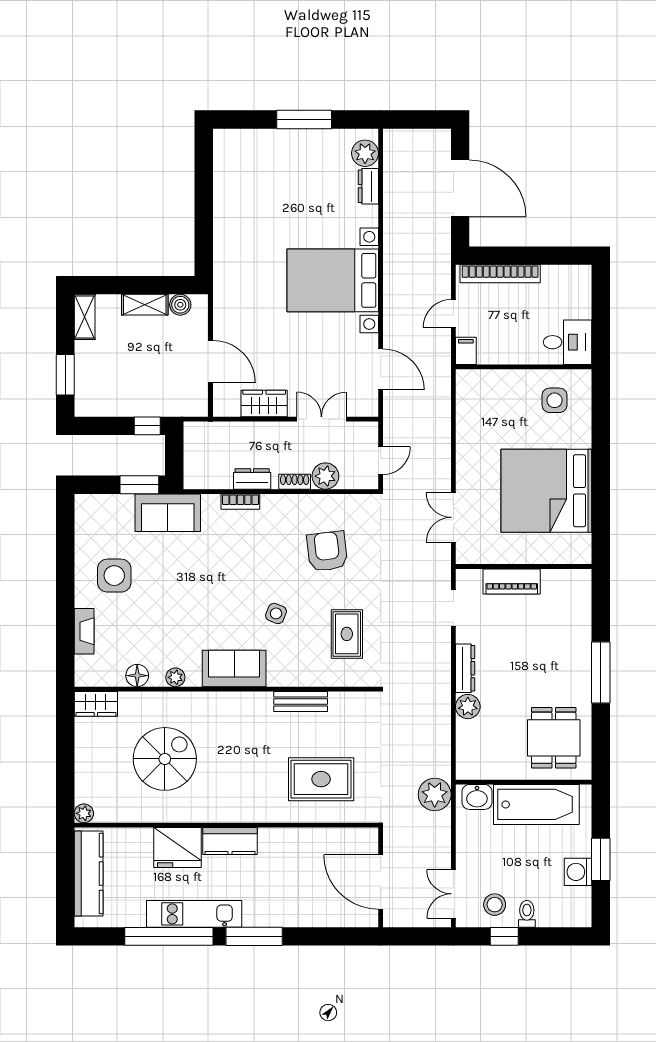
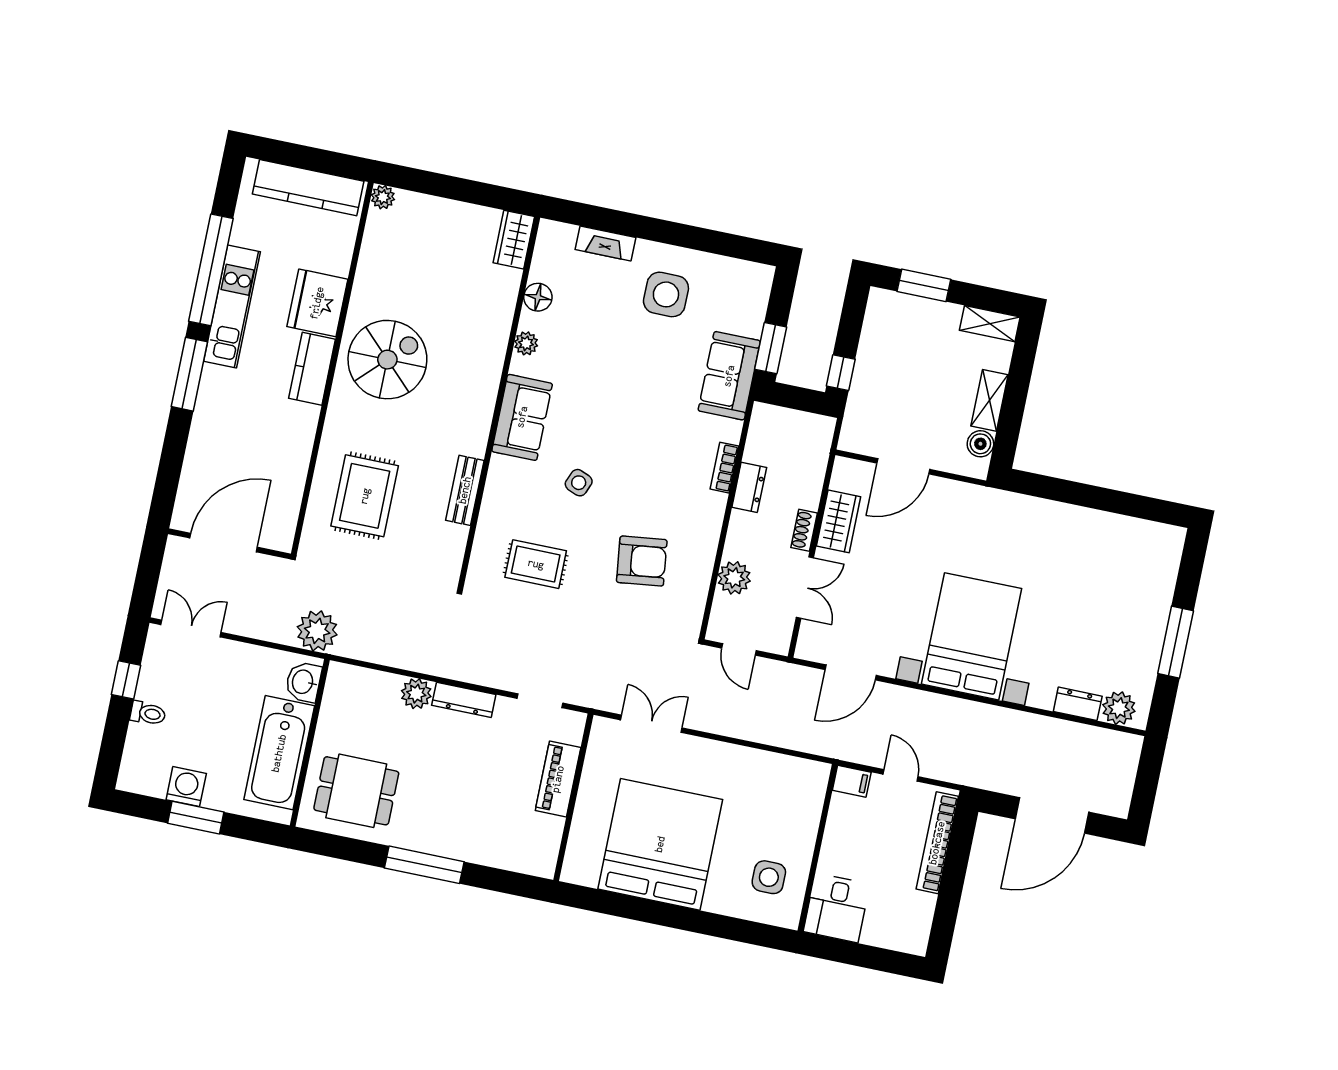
shoe rack: (295, 482) -> (804, 530), moved, turned 180
spiral stairs: (165, 759) -> (387, 360), moved, turned -90
stool: (495, 905) -> (167, 676), removed

